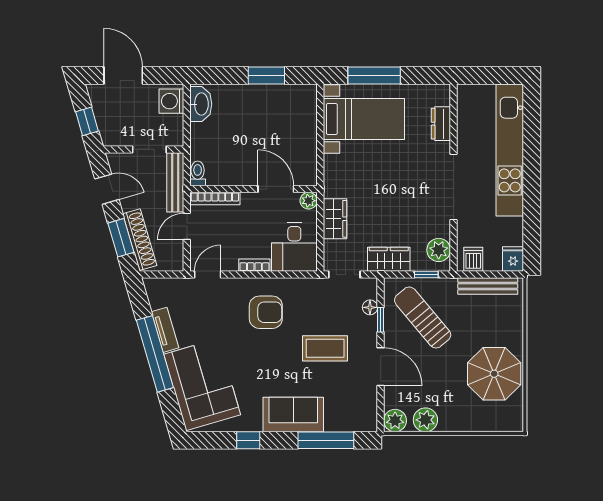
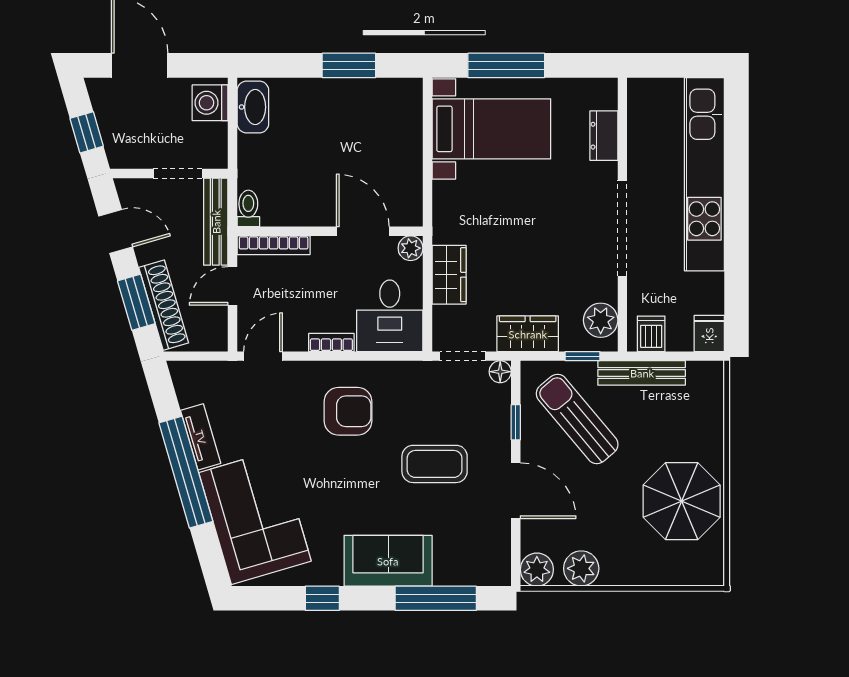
bench: (488, 286) -> (642, 373), moved
floor lamp: (370, 307) -> (500, 372), moved

